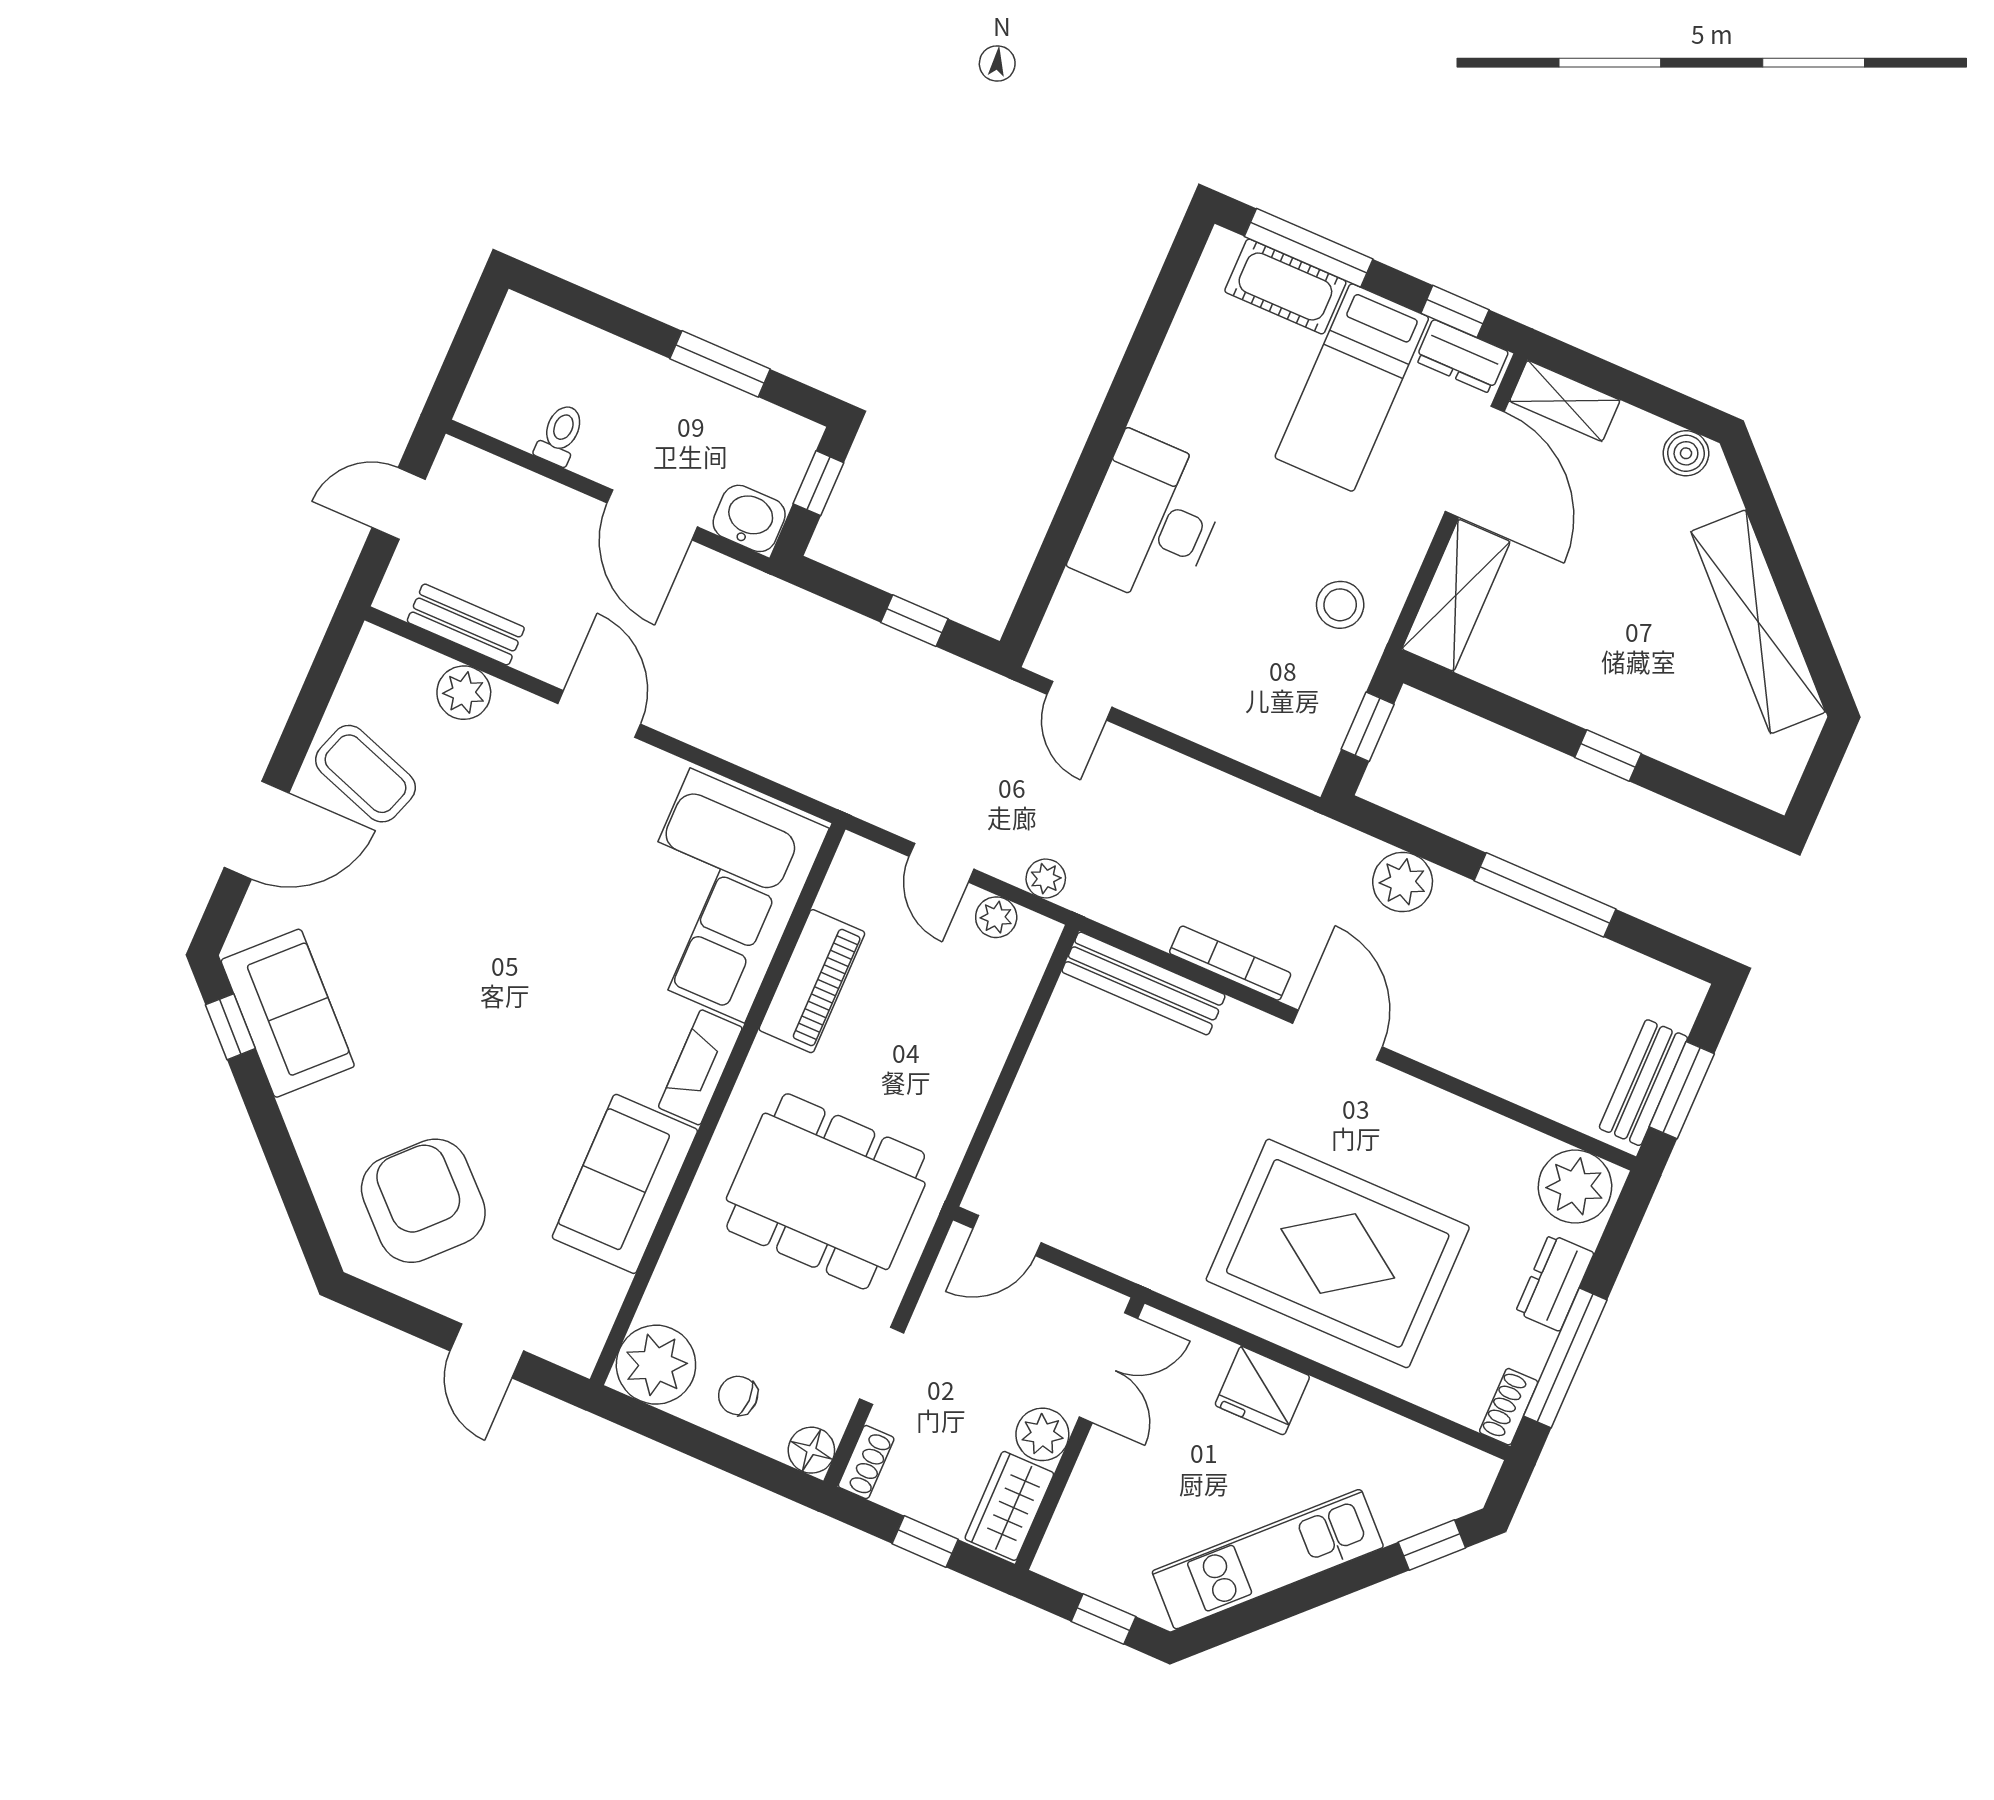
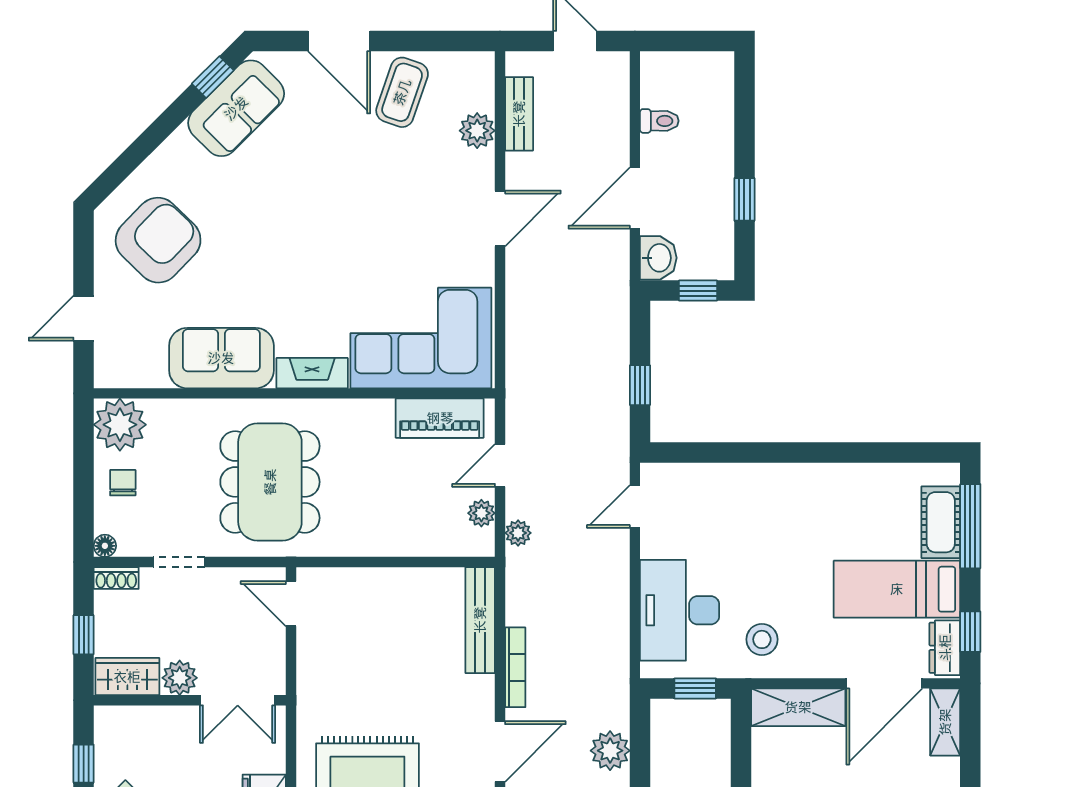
window: (720, 364) -> (744, 199), width x0.67
desk: (1151, 520) -> (680, 610), moved, turned -90
piano: (812, 981) -> (440, 418), moved
floor lamp: (811, 1450) -> (105, 546), width x0.73, depth x0.73

